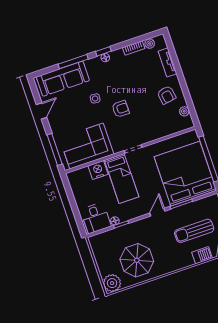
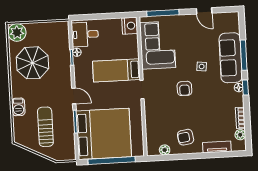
sofa: (63, 79) -> (231, 58), moved
nightstand: (98, 170) -> (130, 26), moved
barbecue: (202, 255) -> (18, 107), moved

